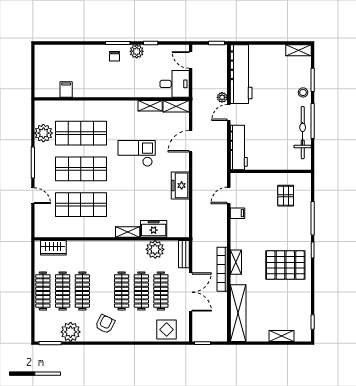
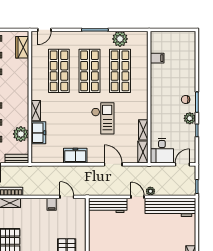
door: (33, 196) -> (44, 30), moved

